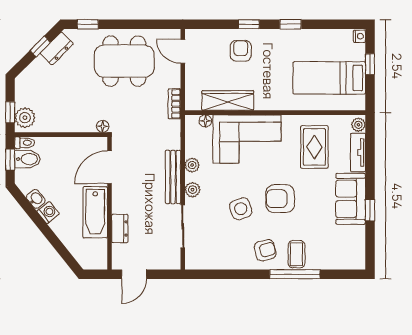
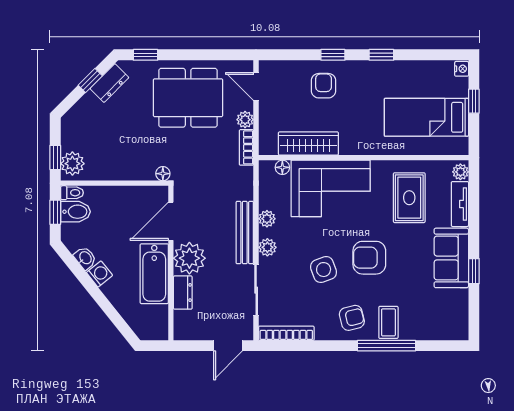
plant: (173, 80) -> (245, 120), added
plant: (125, 199) -> (189, 258), added
bookcase: (209, 264) -> (286, 333), added
door: (134, 274) -> (228, 346), moved

